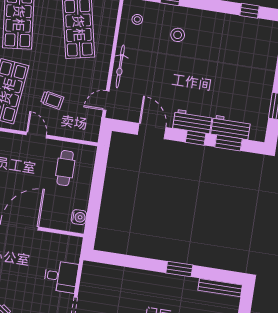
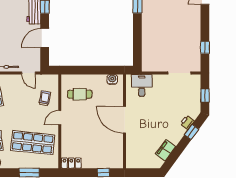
trolley: (52, 100) -> (45, 98), moved
desk: (61, 277) -> (142, 85), moved

